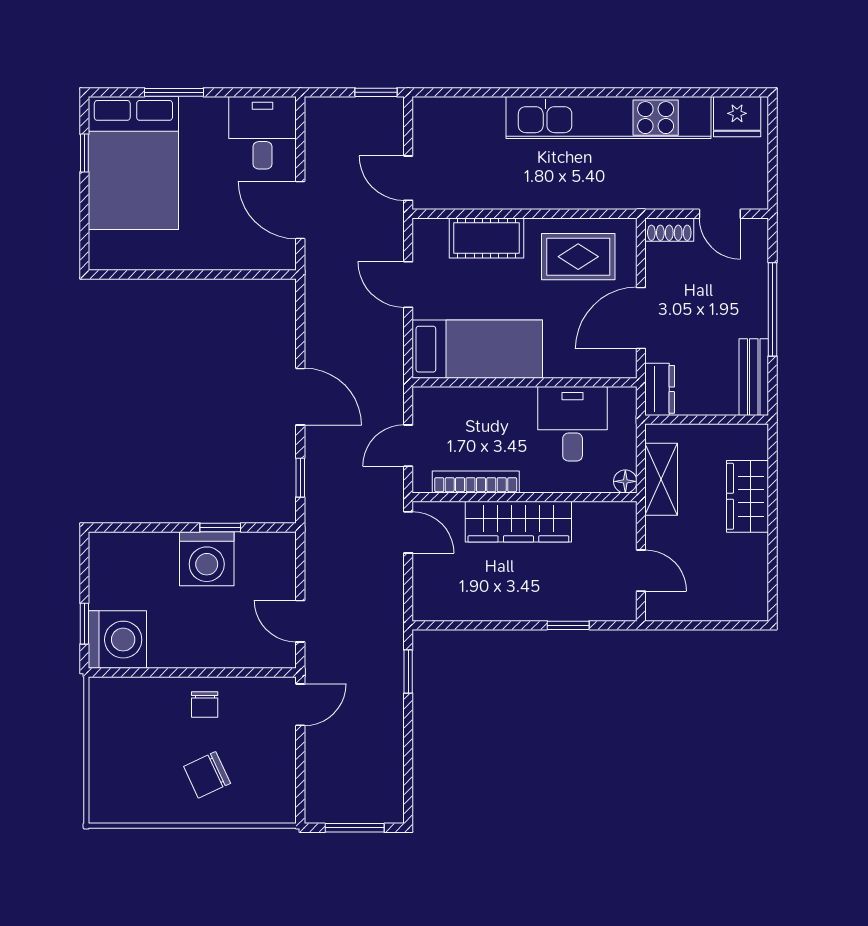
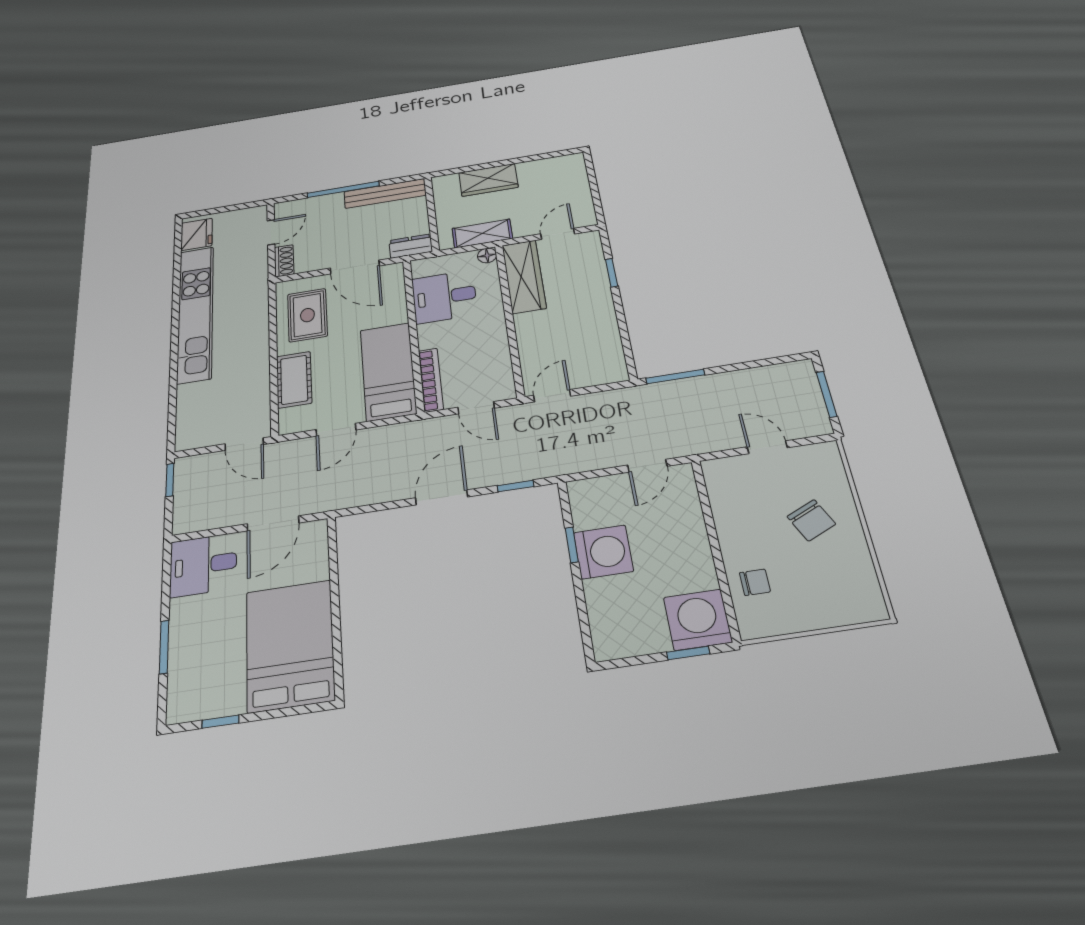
bed: (133, 163) -> (290, 645), moved, turned -90
door: (408, 178) -> (244, 444), hinge flipped
bench: (754, 377) -> (385, 193), width x1.36
bookcase: (476, 482) -> (431, 380), moved, turned 180
wardrobe: (518, 522) -> (524, 276), moved
window: (408, 672) -> (675, 376), width x1.50
chair: (205, 705) -> (755, 582), moved
door: (300, 705) -> (767, 447), moved

